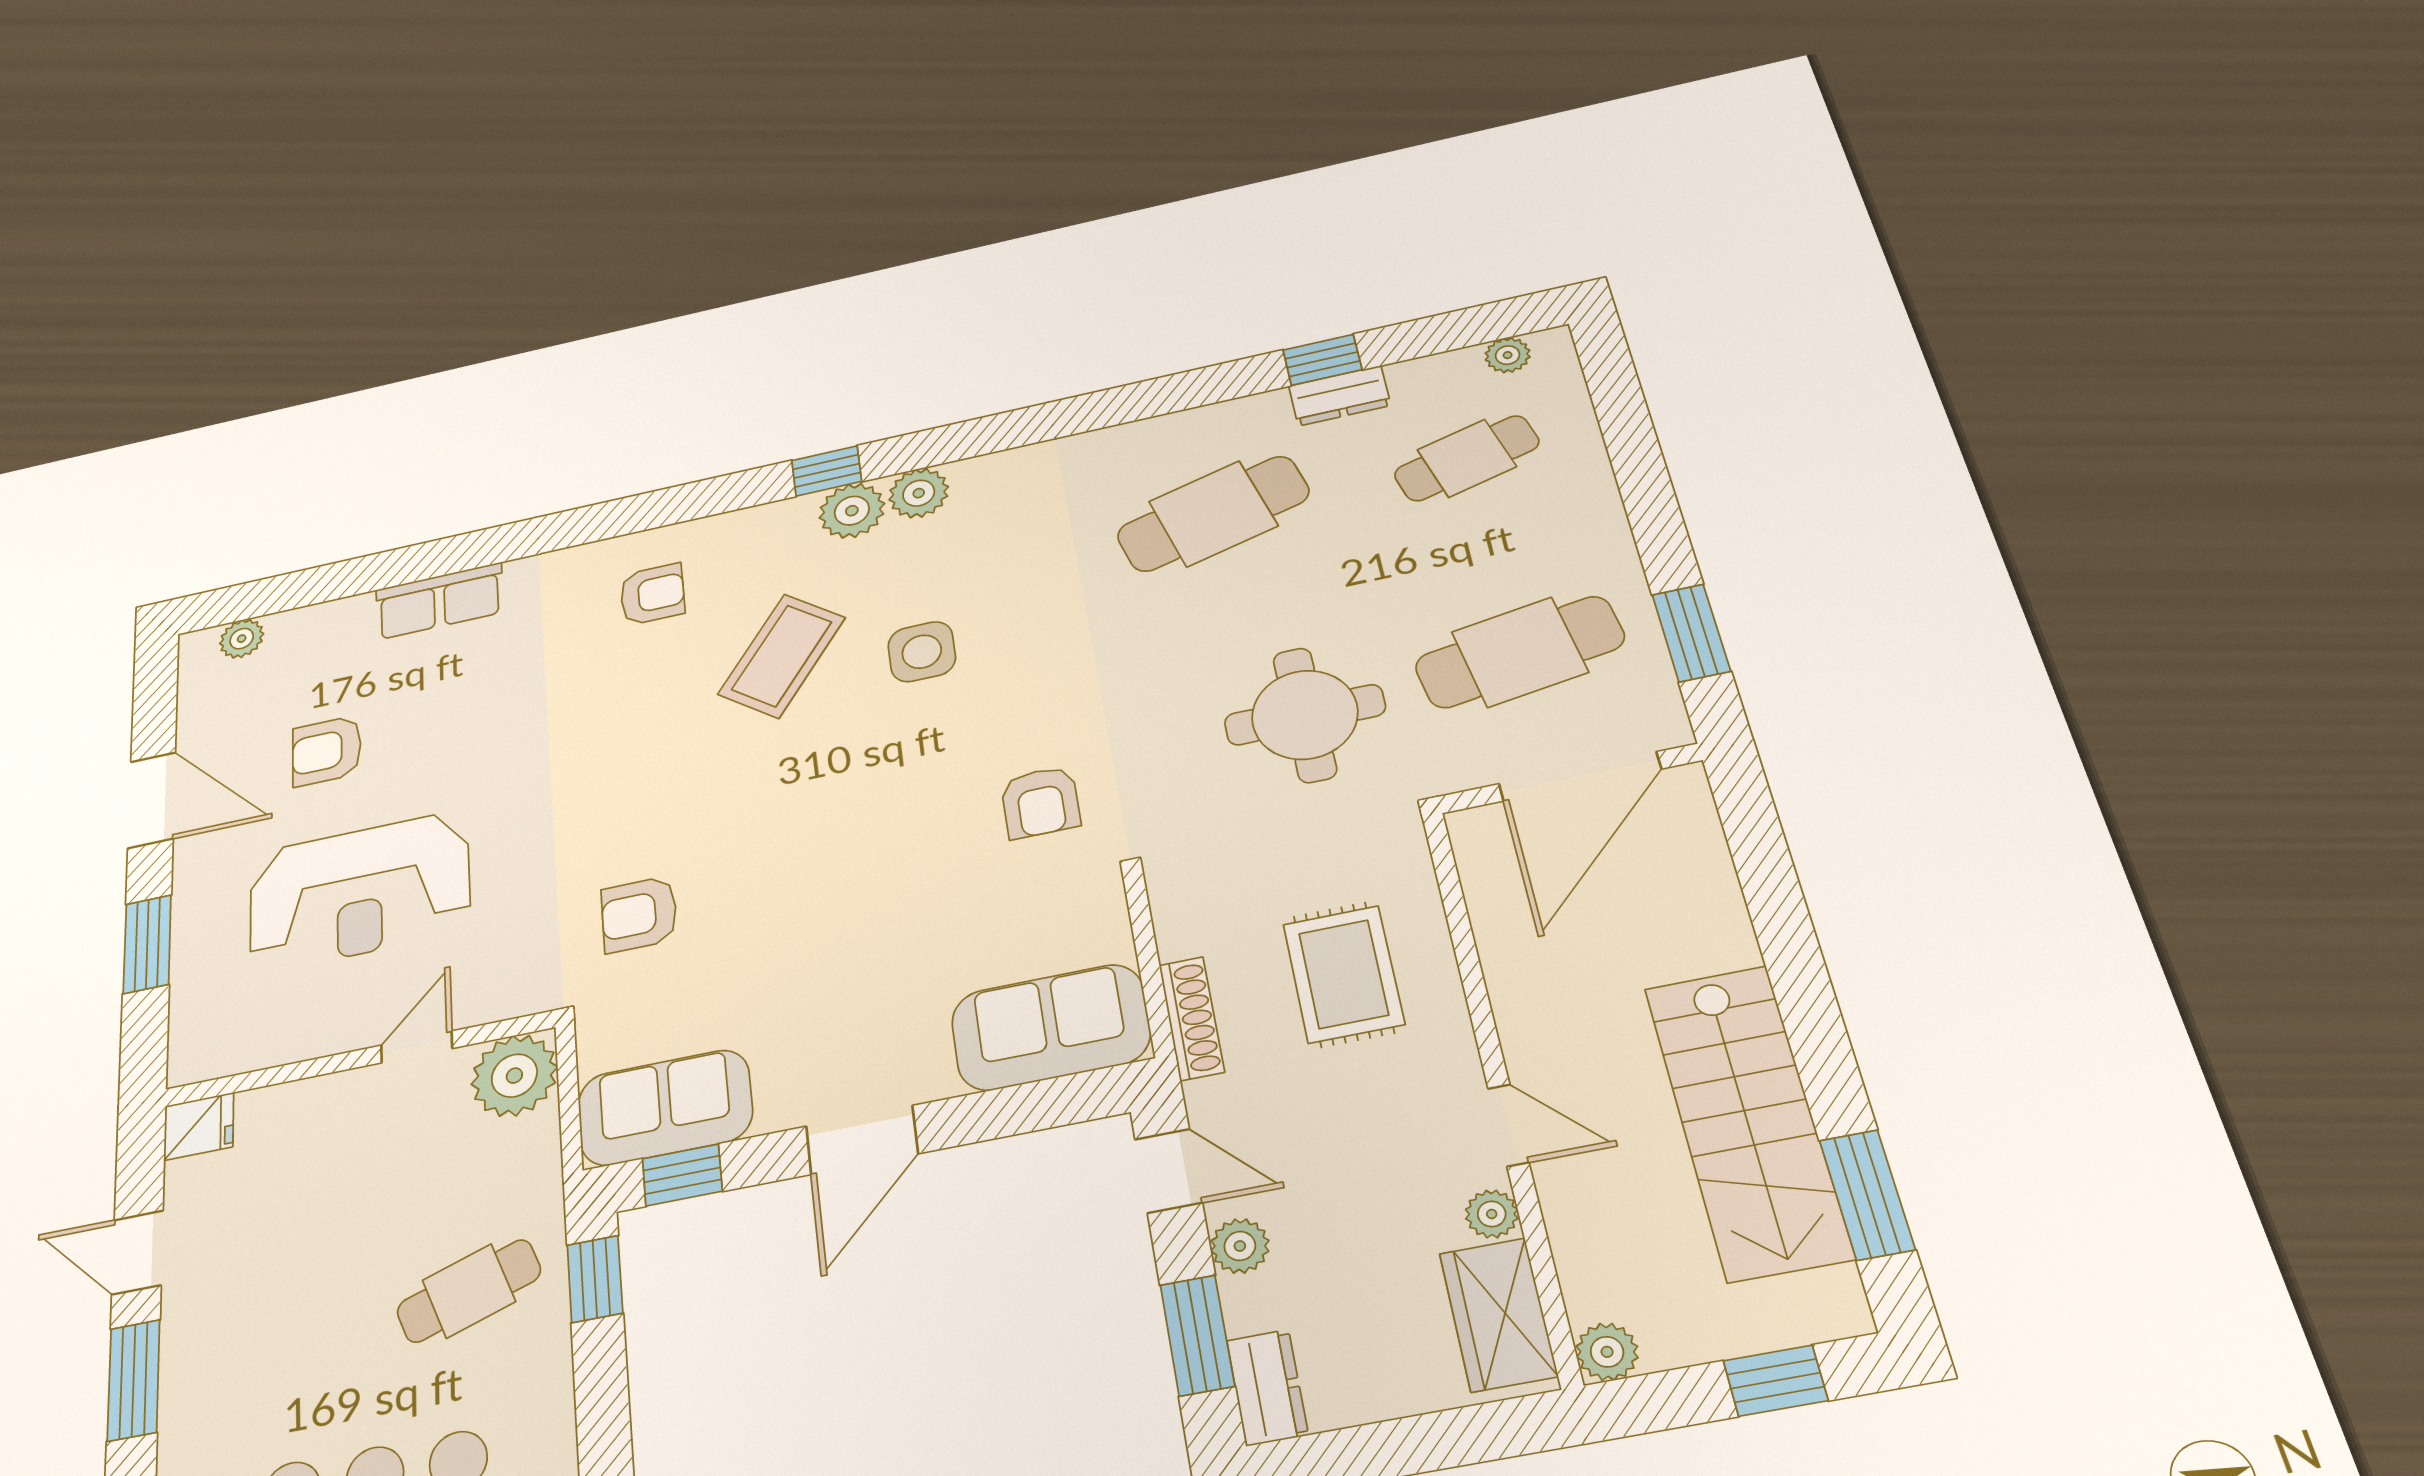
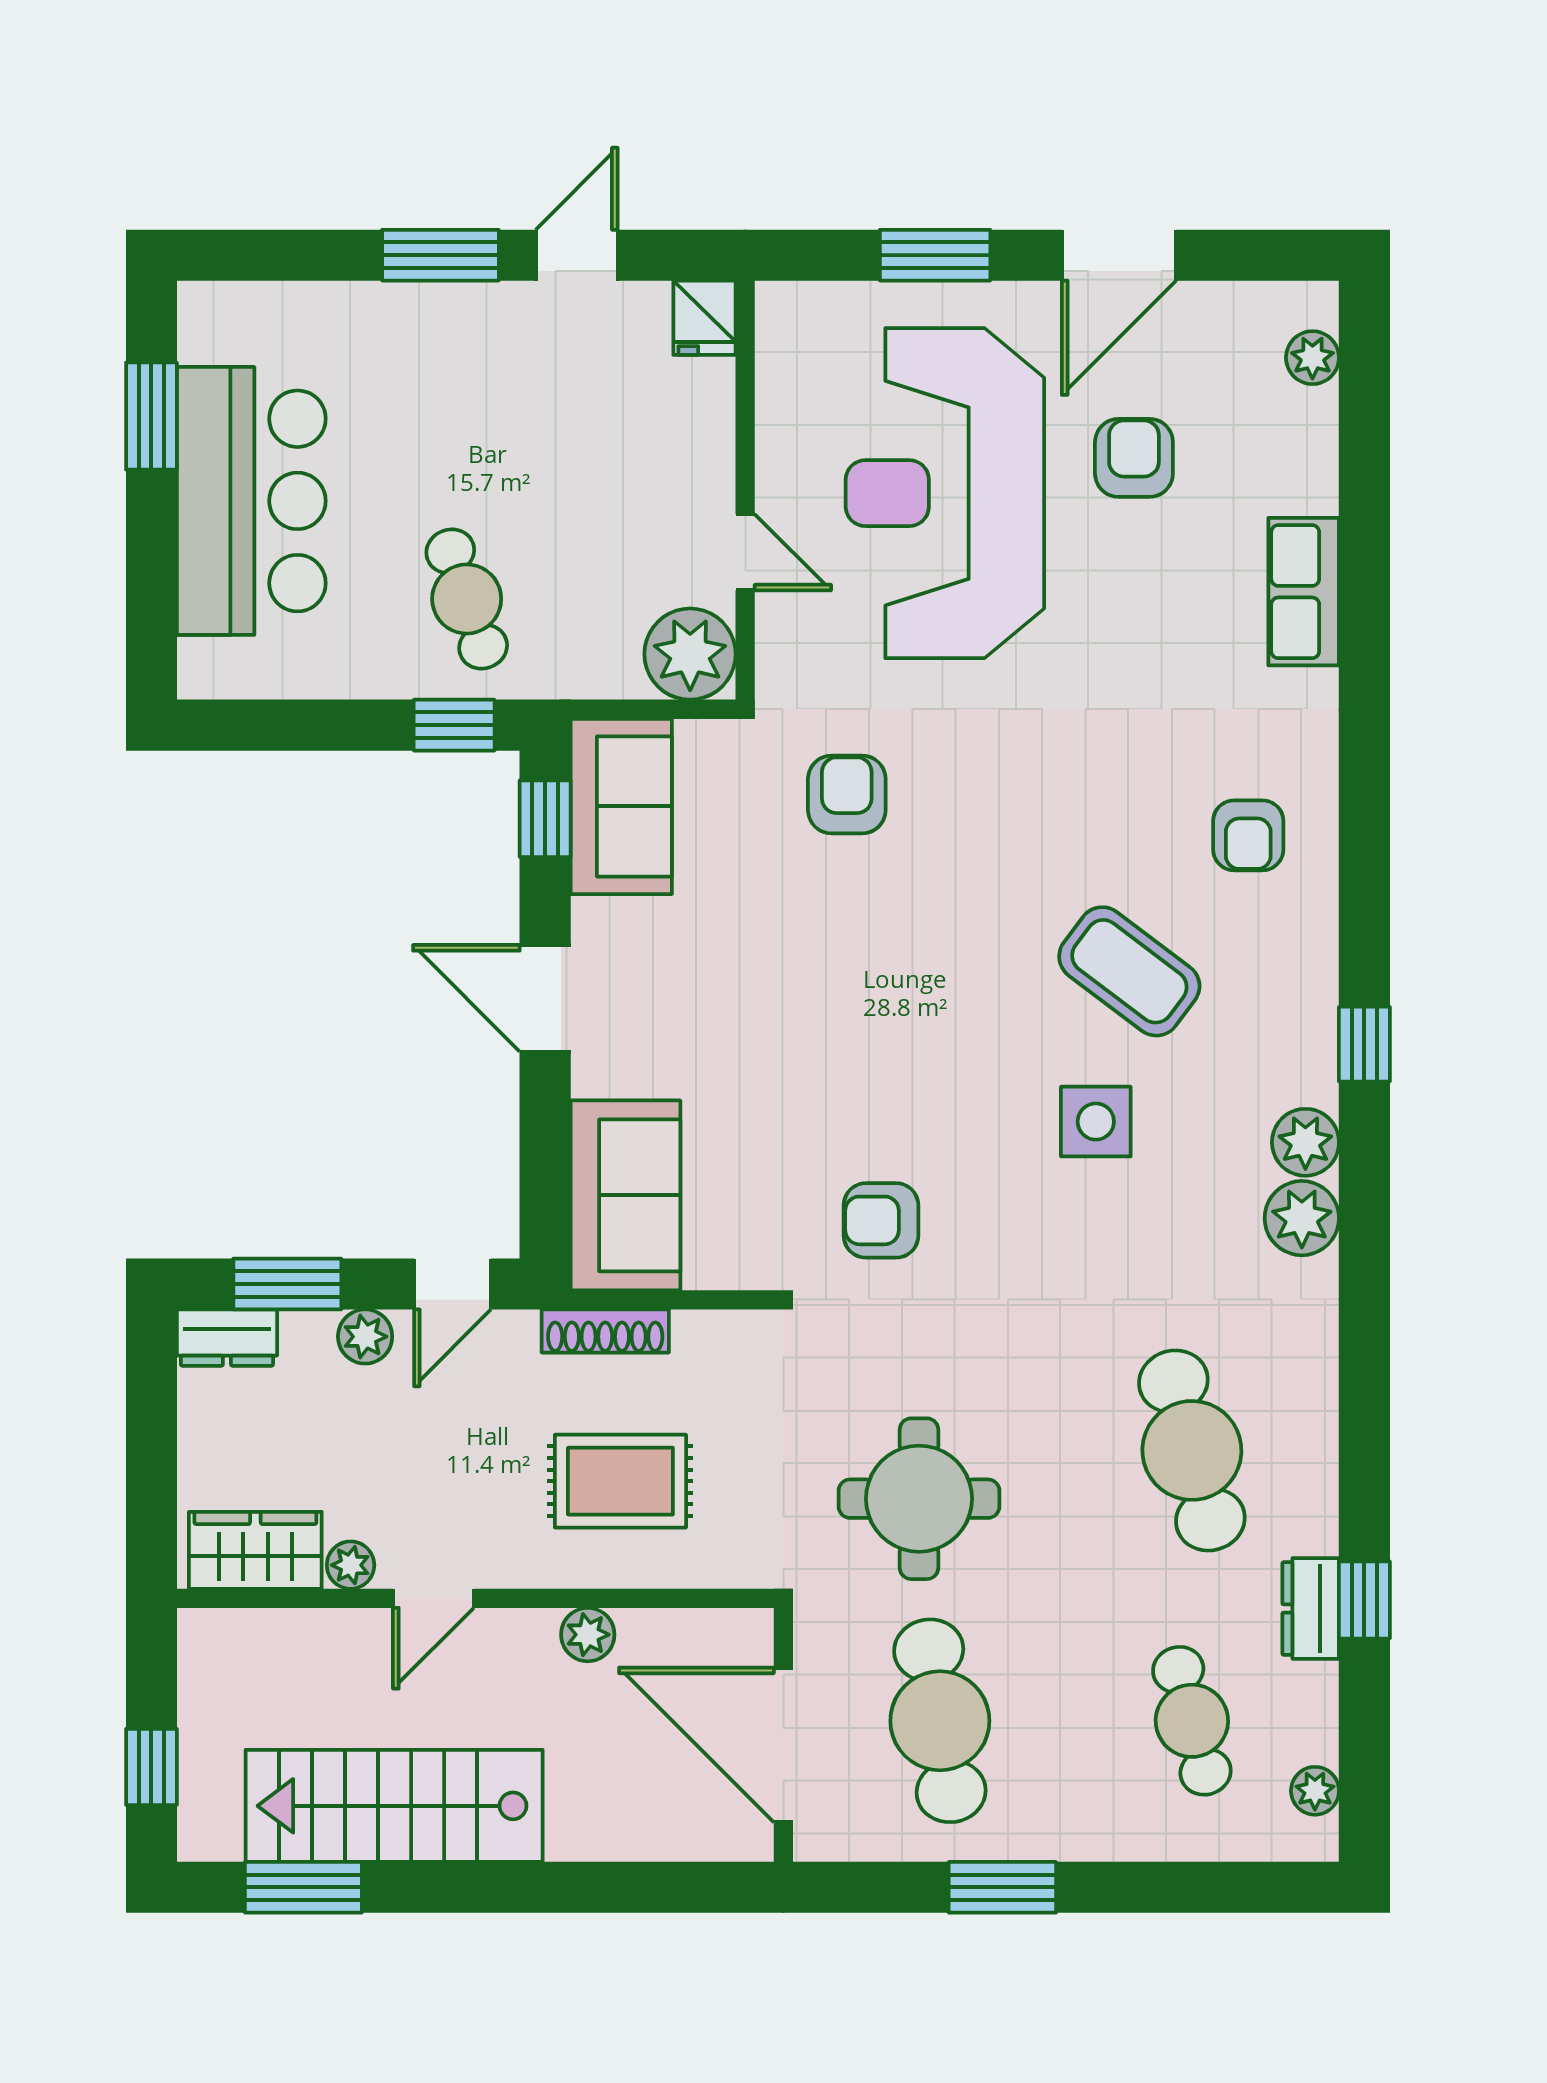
plant: (852, 511) -> (1302, 1218), moved
window: (1691, 633) -> (1002, 1887), moved
reception desk: (359, 892) -> (945, 493), width x1.36, depth x1.30
plant: (1607, 1352) -> (588, 1635), moved

